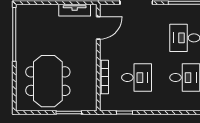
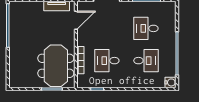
desk: (137, 78) -> (107, 61), turned 180
meeting table: (48, 81) -> (56, 66), moved

